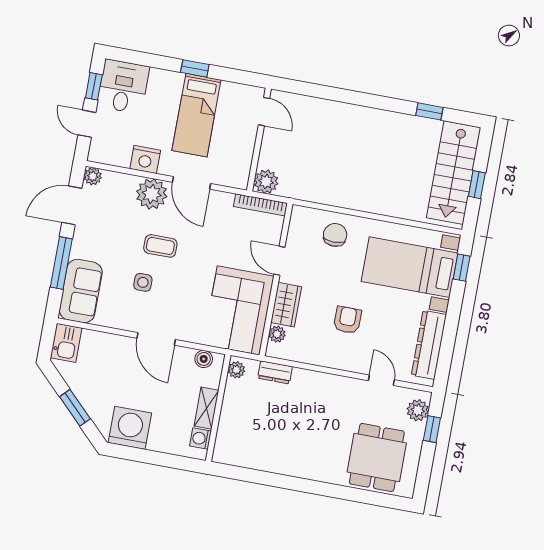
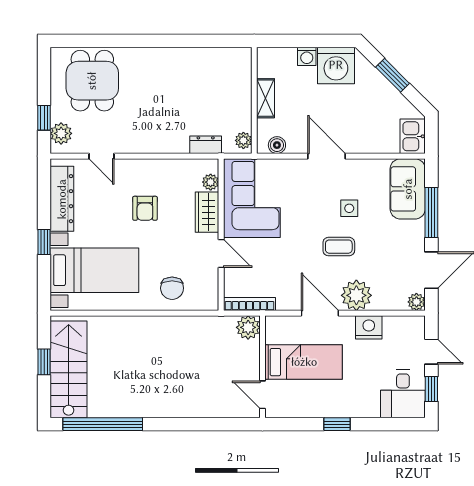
window: (429, 111) -> (103, 424), width x3.17
bed: (196, 115) -> (304, 362), moved, turned 90
window: (462, 268) -> (44, 242), moved
washing machine: (200, 438) -> (307, 56), moved, turned 90

